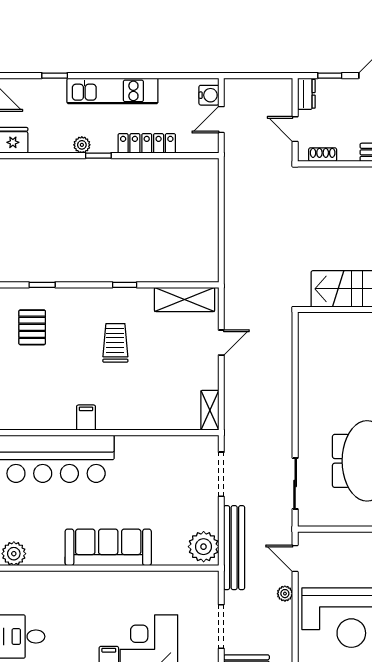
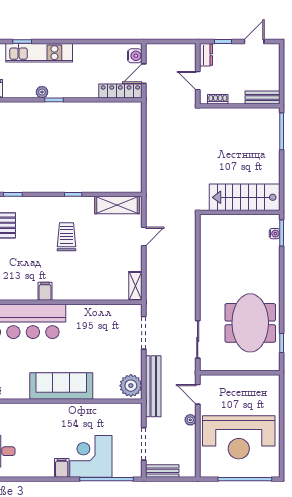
kitchen unit: (112, 91) -> (39, 53), moved
locker: (147, 143) -> (120, 91), moved

